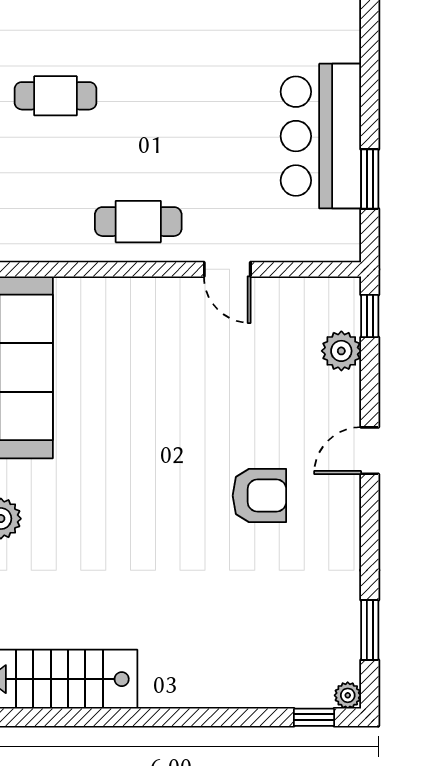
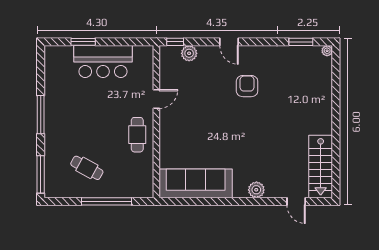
cafe table: (56, 96) -> (87, 168), turned -61
window: (370, 179) -> (83, 42), moved
window: (314, 717) -> (336, 64), removed

